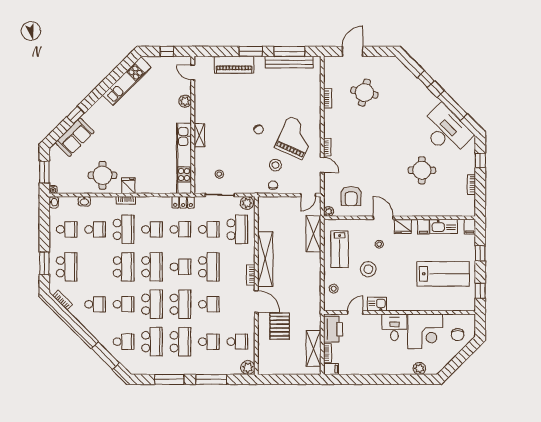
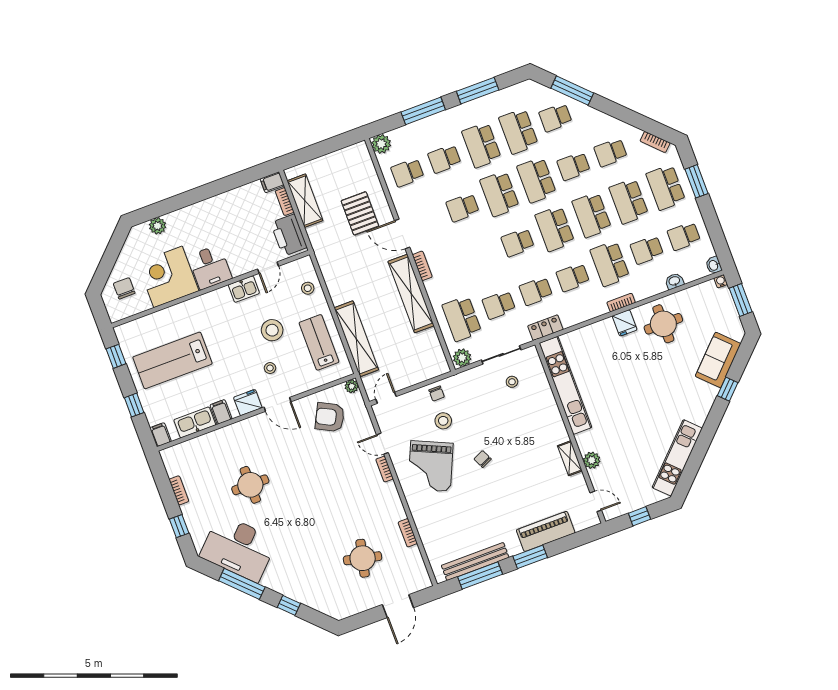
shelving: (199, 135) -> (570, 458), moved
armchair: (351, 196) -> (330, 417), turned -63
shelving: (314, 234) -> (356, 339), width x1.47
school desk: (209, 267) -> (629, 201), moved

